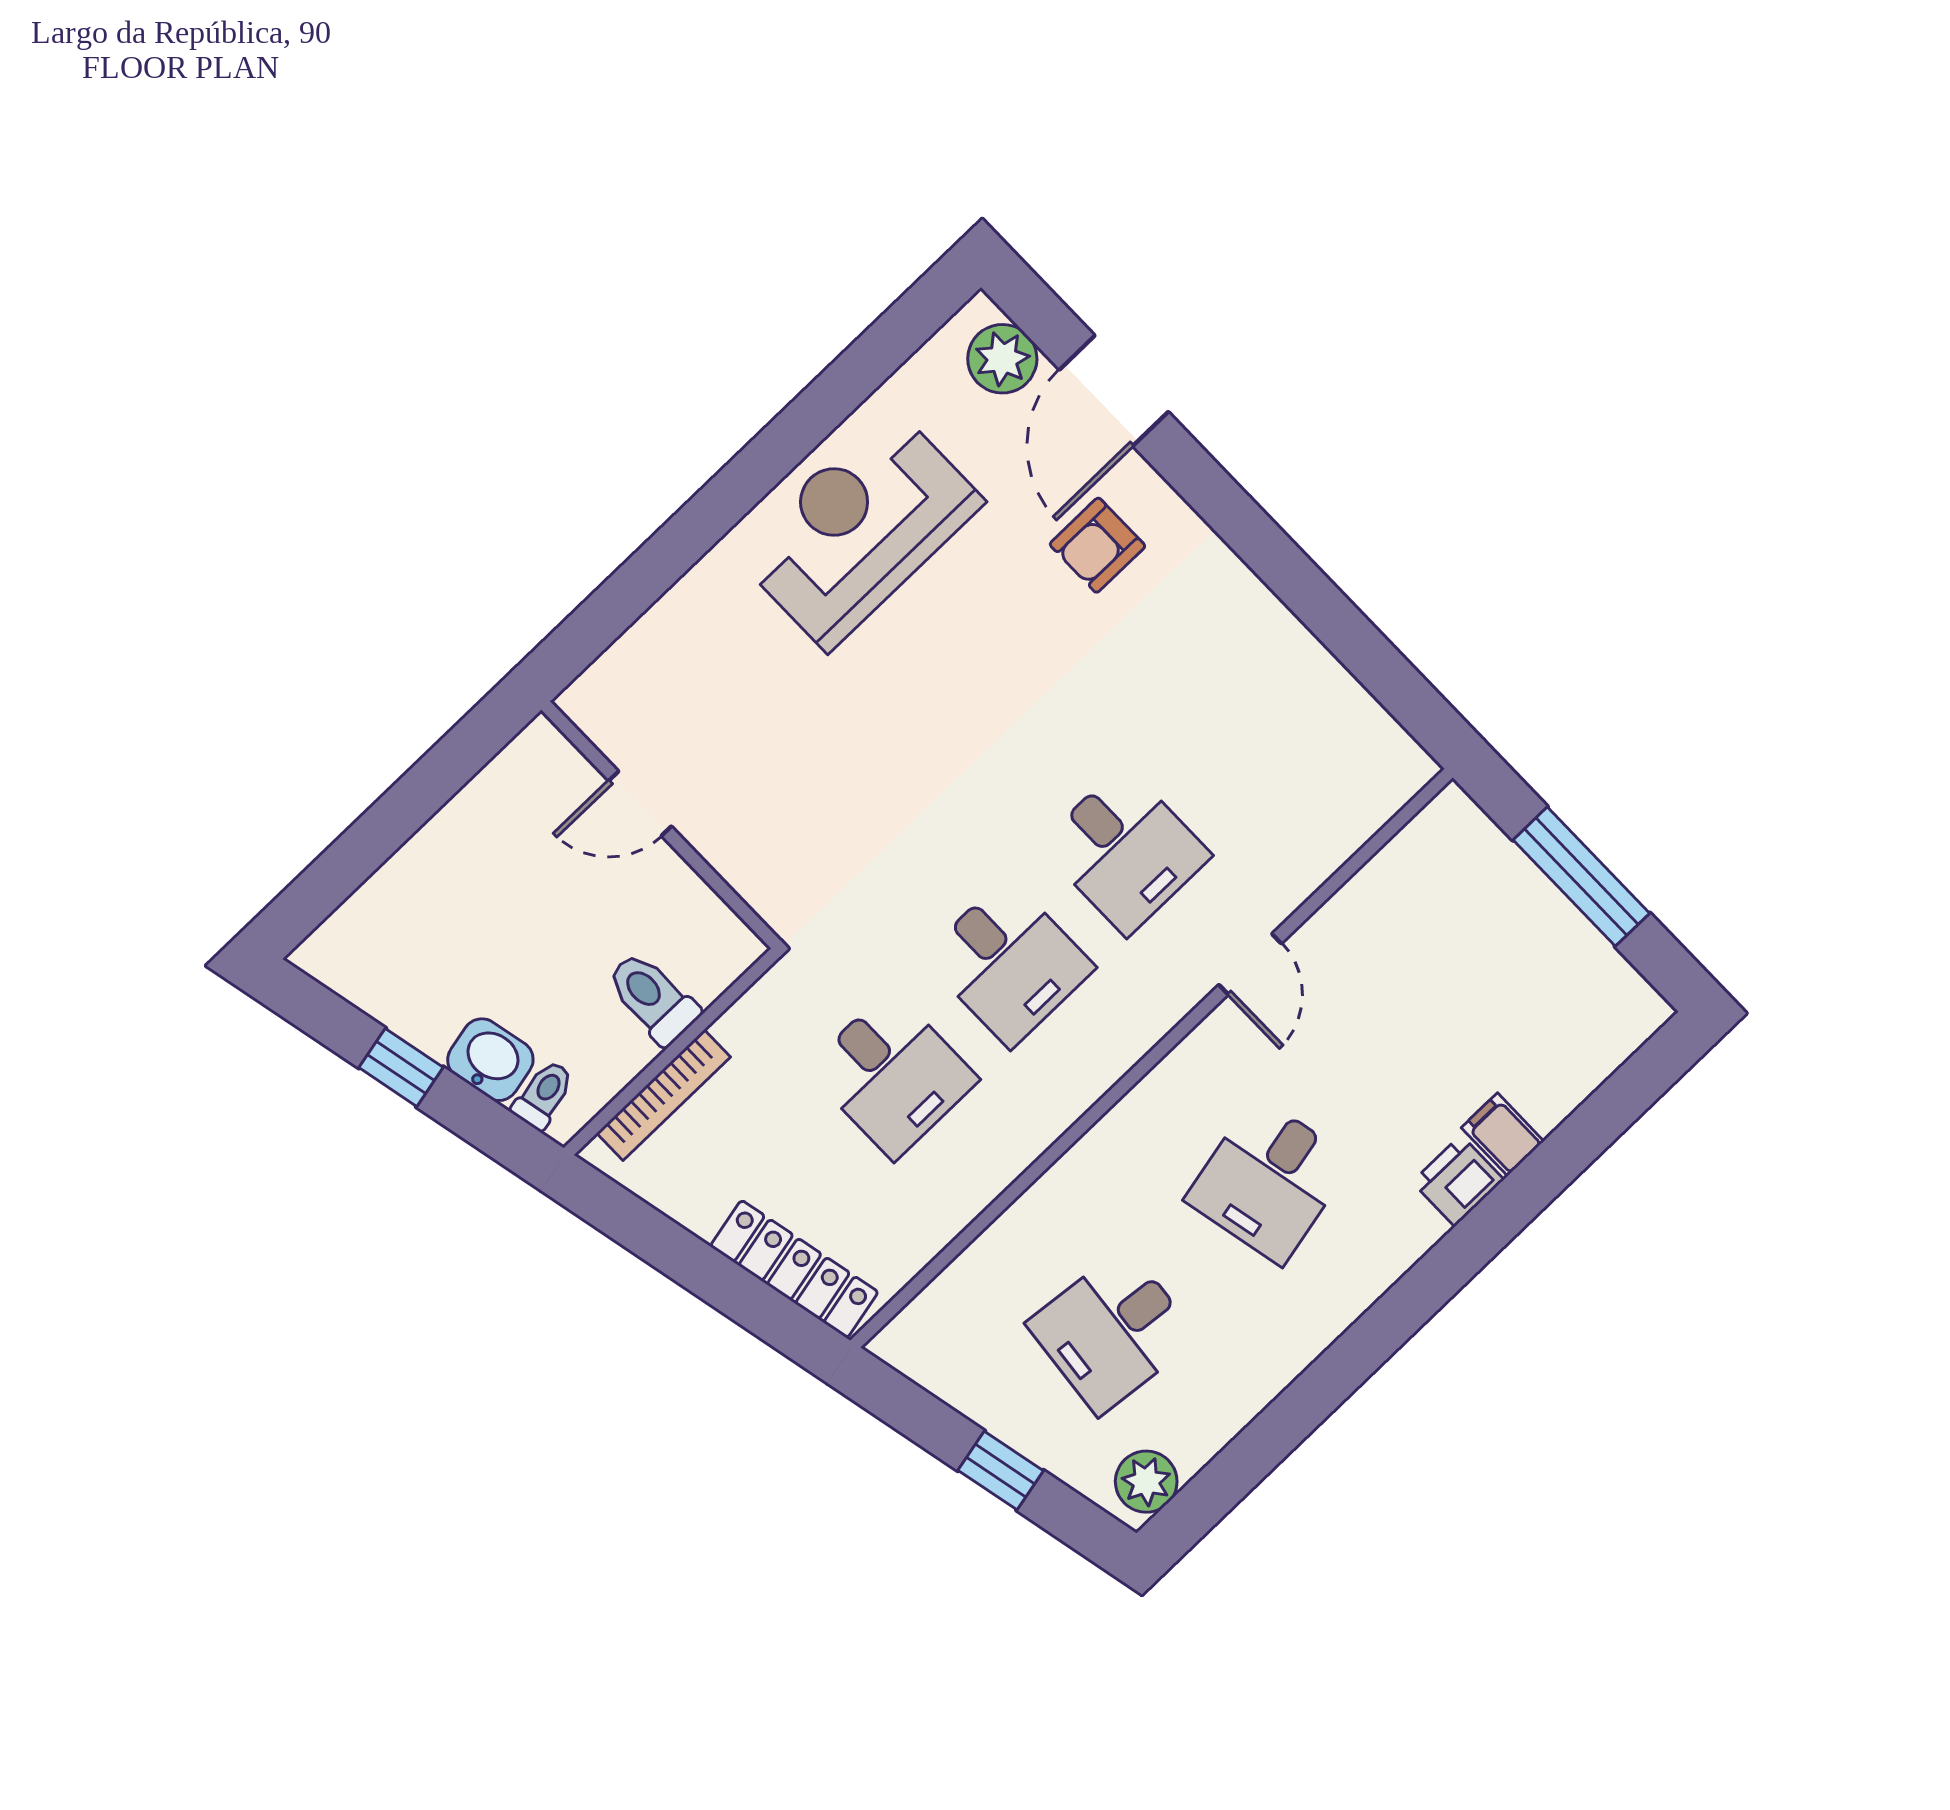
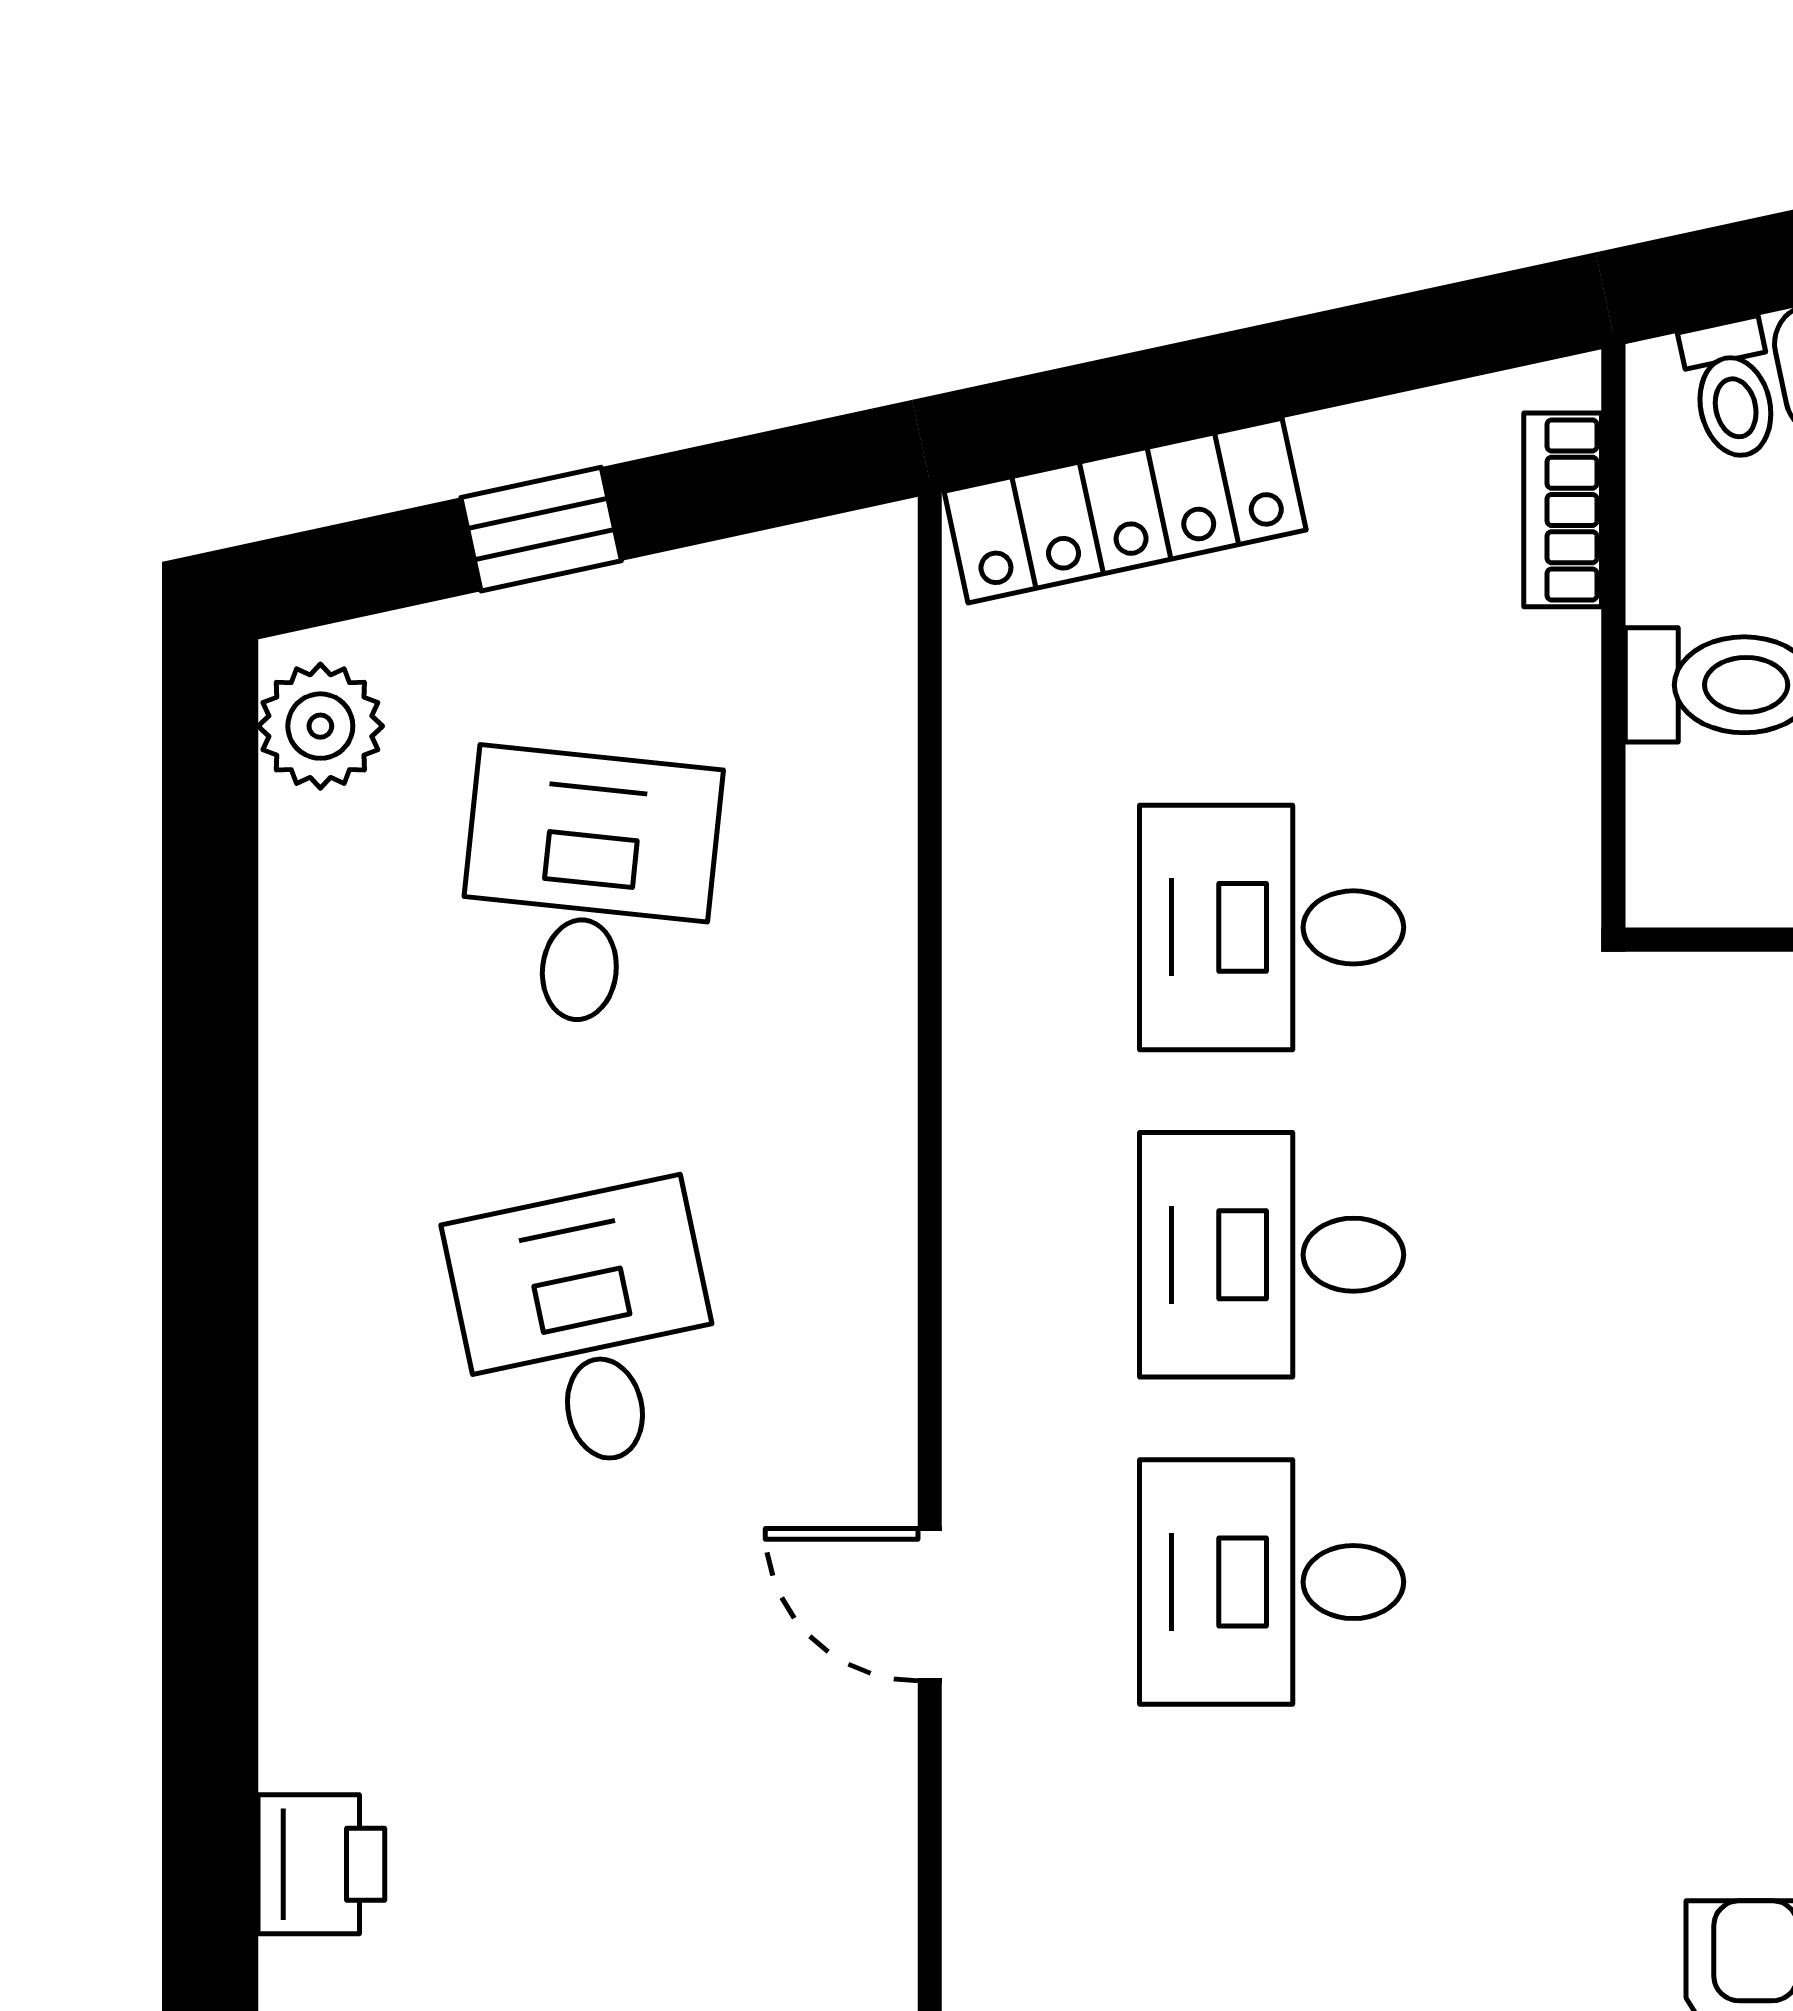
bookcase: (664, 1095) -> (1563, 510), width x0.64
filing cabinet: (1503, 1135) -> (326, 1734), removed
printer: (1458, 1181) -> (321, 1864), moved

